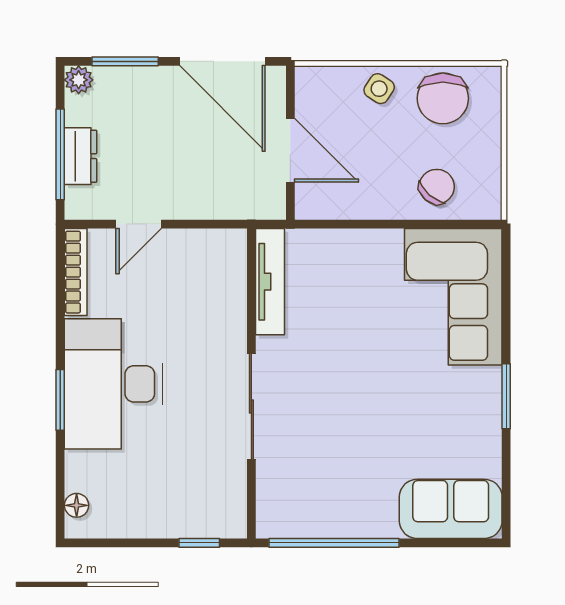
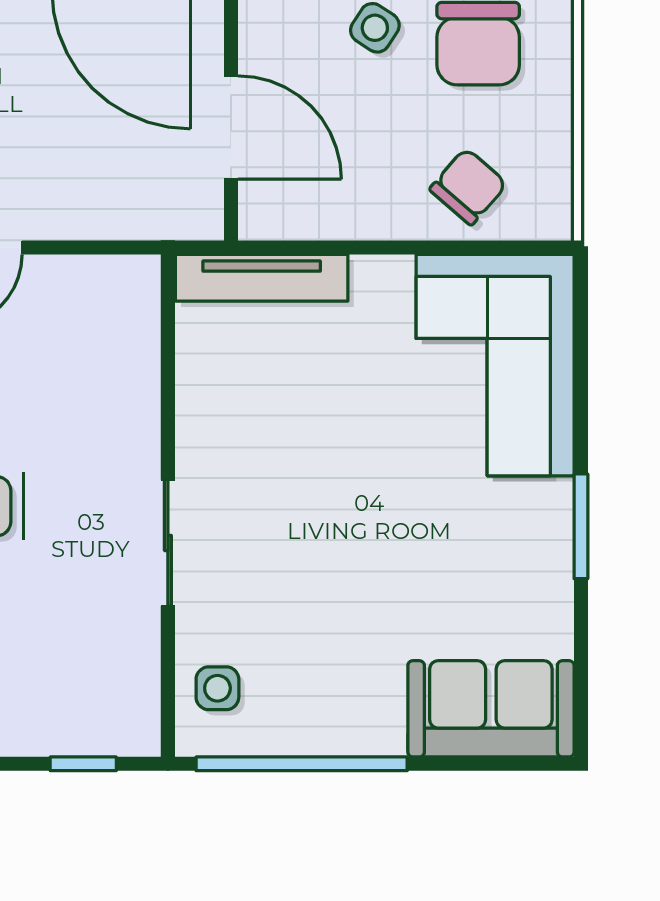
tv unit: (270, 282) -> (262, 278), moved, turned 90
sliding door: (251, 407) -> (168, 543), width x0.73
side table: (282, 496) -> (217, 688), added

